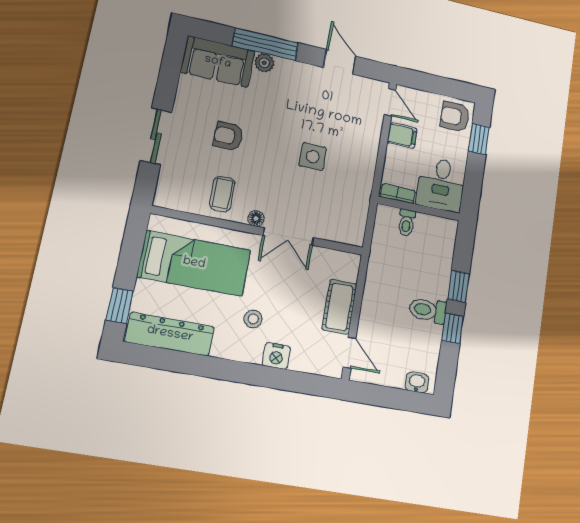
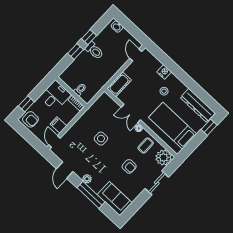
plant: (264, 63) -> (87, 179), moved
plant: (173, 192) -> (164, 158), added
double door: (288, 237) -> (131, 113), swing flipped
cot: (339, 307) -> (119, 84), moved

